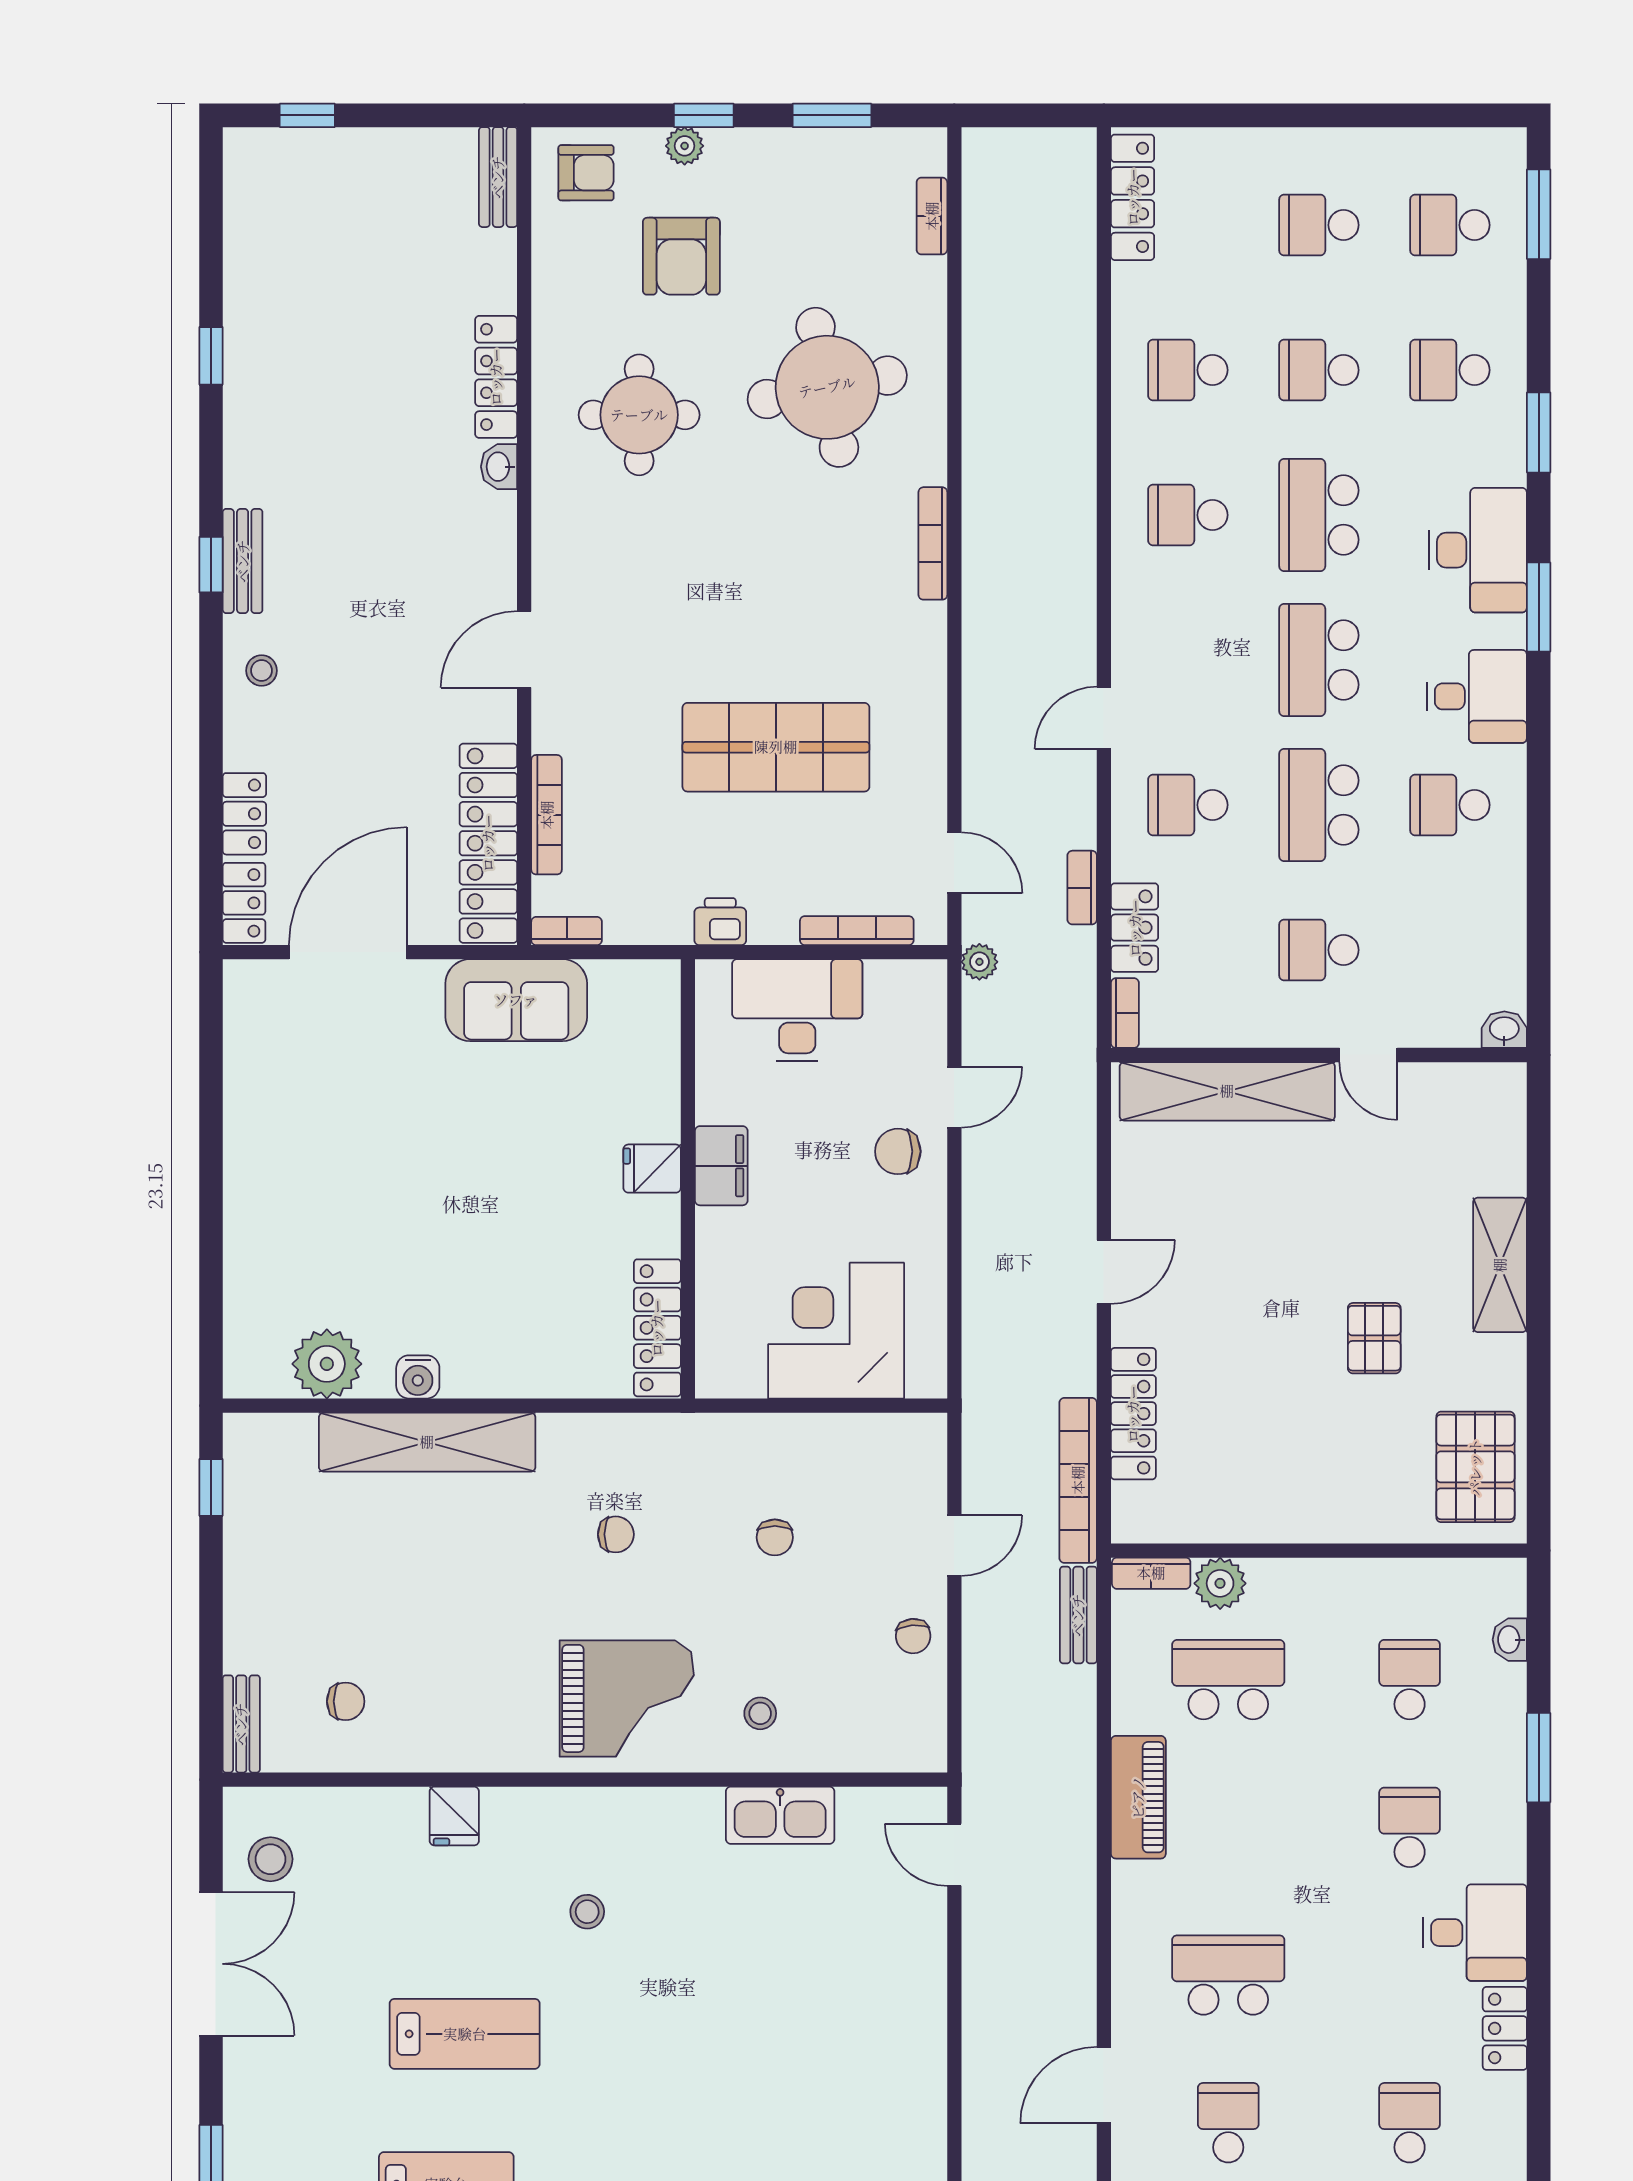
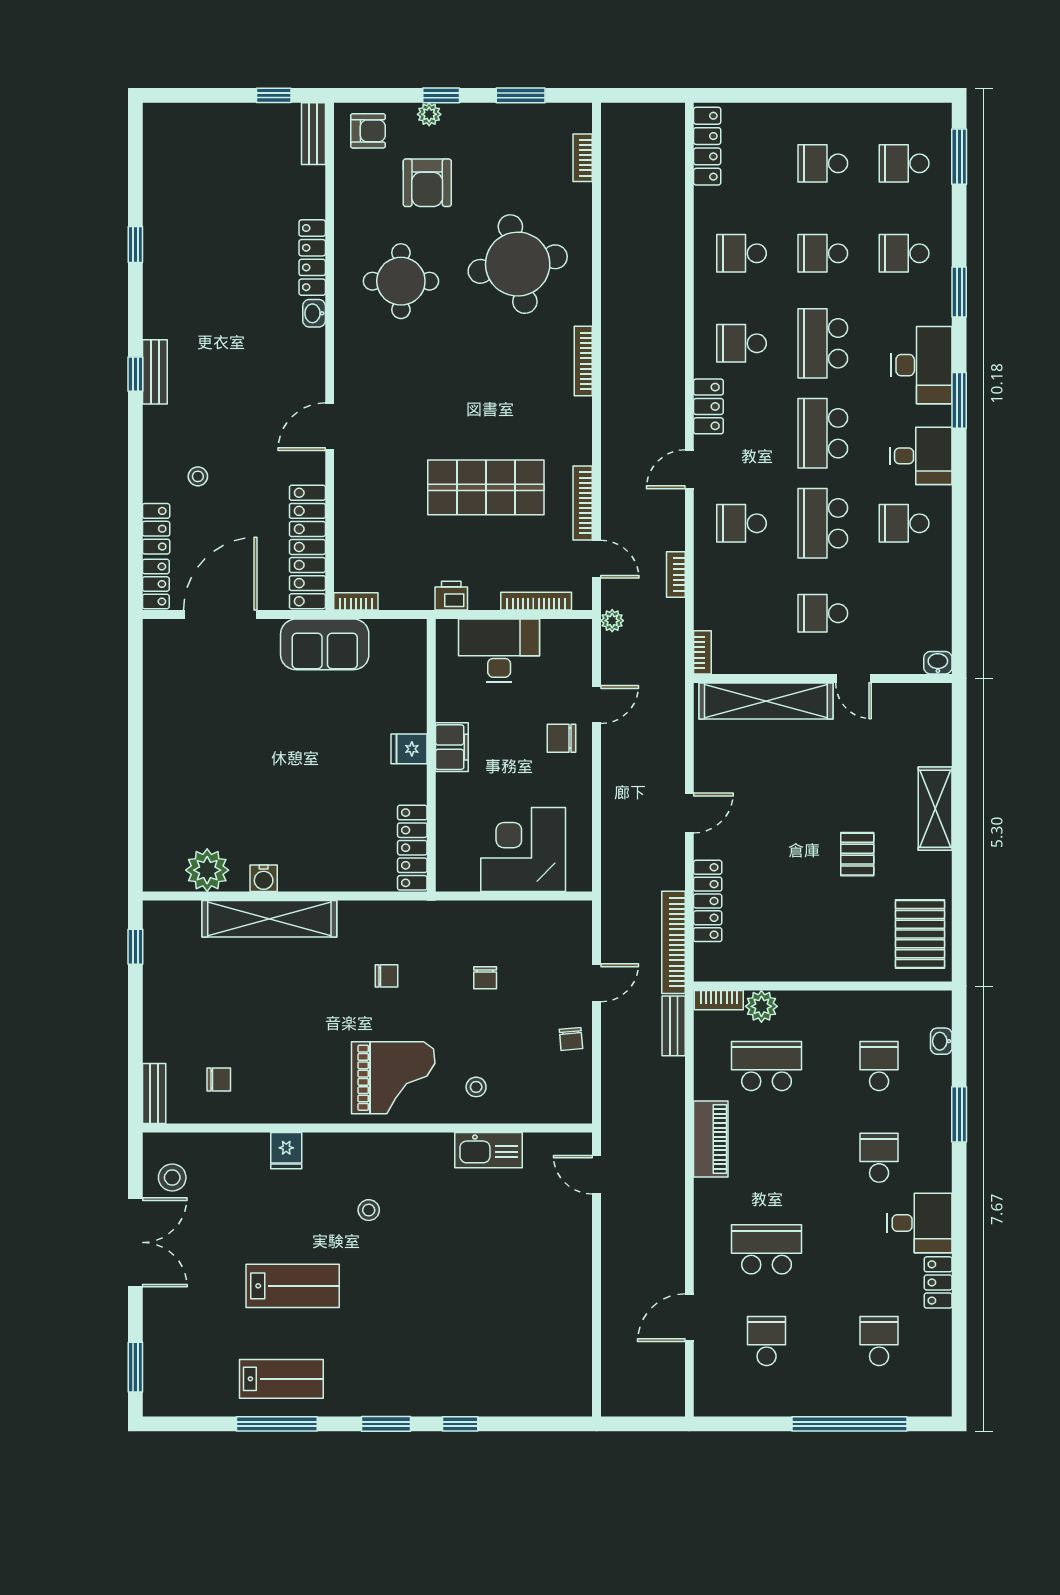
window: (307, 115) -> (274, 95), moved
stool: (262, 671) -> (198, 476), moved
bookcase: (547, 815) -> (583, 503), moved, turned 180
locker: (1135, 928) -> (708, 406), moved

